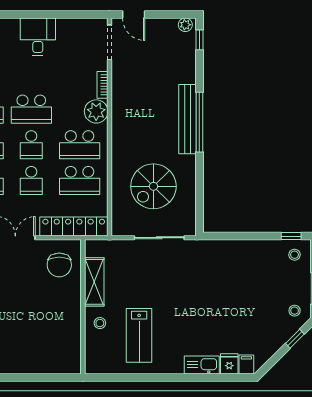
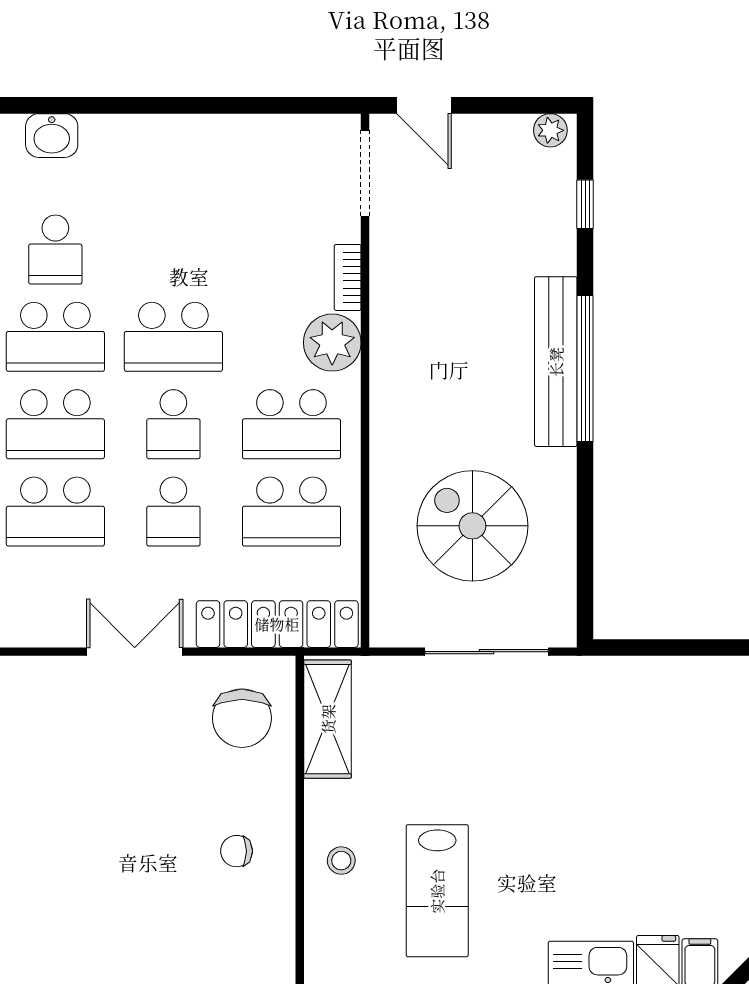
desk: (38, 37) -> (189, 160), removed
window: (199, 40) -> (585, 204), moved
spiral stairs: (153, 186) -> (472, 526), turned 90
shelving: (94, 282) -> (328, 719), moved
chair: (57, 319) -> (237, 851), added

